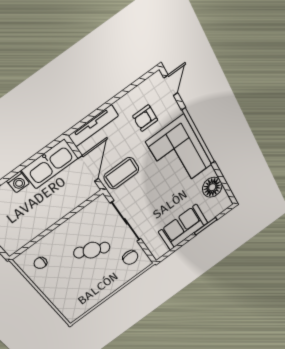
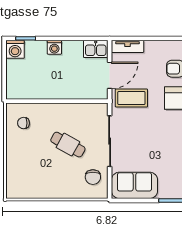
tv unit: (93, 126) -> (128, 46), width x0.71
kitchen sink: (50, 164) -> (96, 49), width x0.53, depth x0.81
sofa: (183, 227) -> (134, 185), moved

